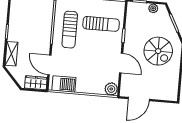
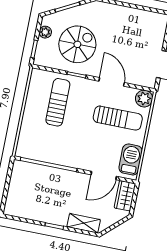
sun lounger: (70, 30) -> (118, 118), moved
spiral stairs: (158, 51) -> (77, 44), moved
door: (121, 63) -> (112, 82), hinge flipped

